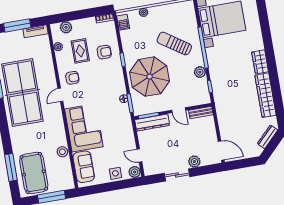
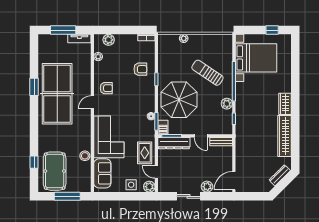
barbecue: (123, 22) -> (163, 127), moved
rug: (80, 51) -> (145, 153), moved
door: (221, 151) -> (234, 181), swing flipped
window: (11, 167) -> (34, 162), width x0.46

